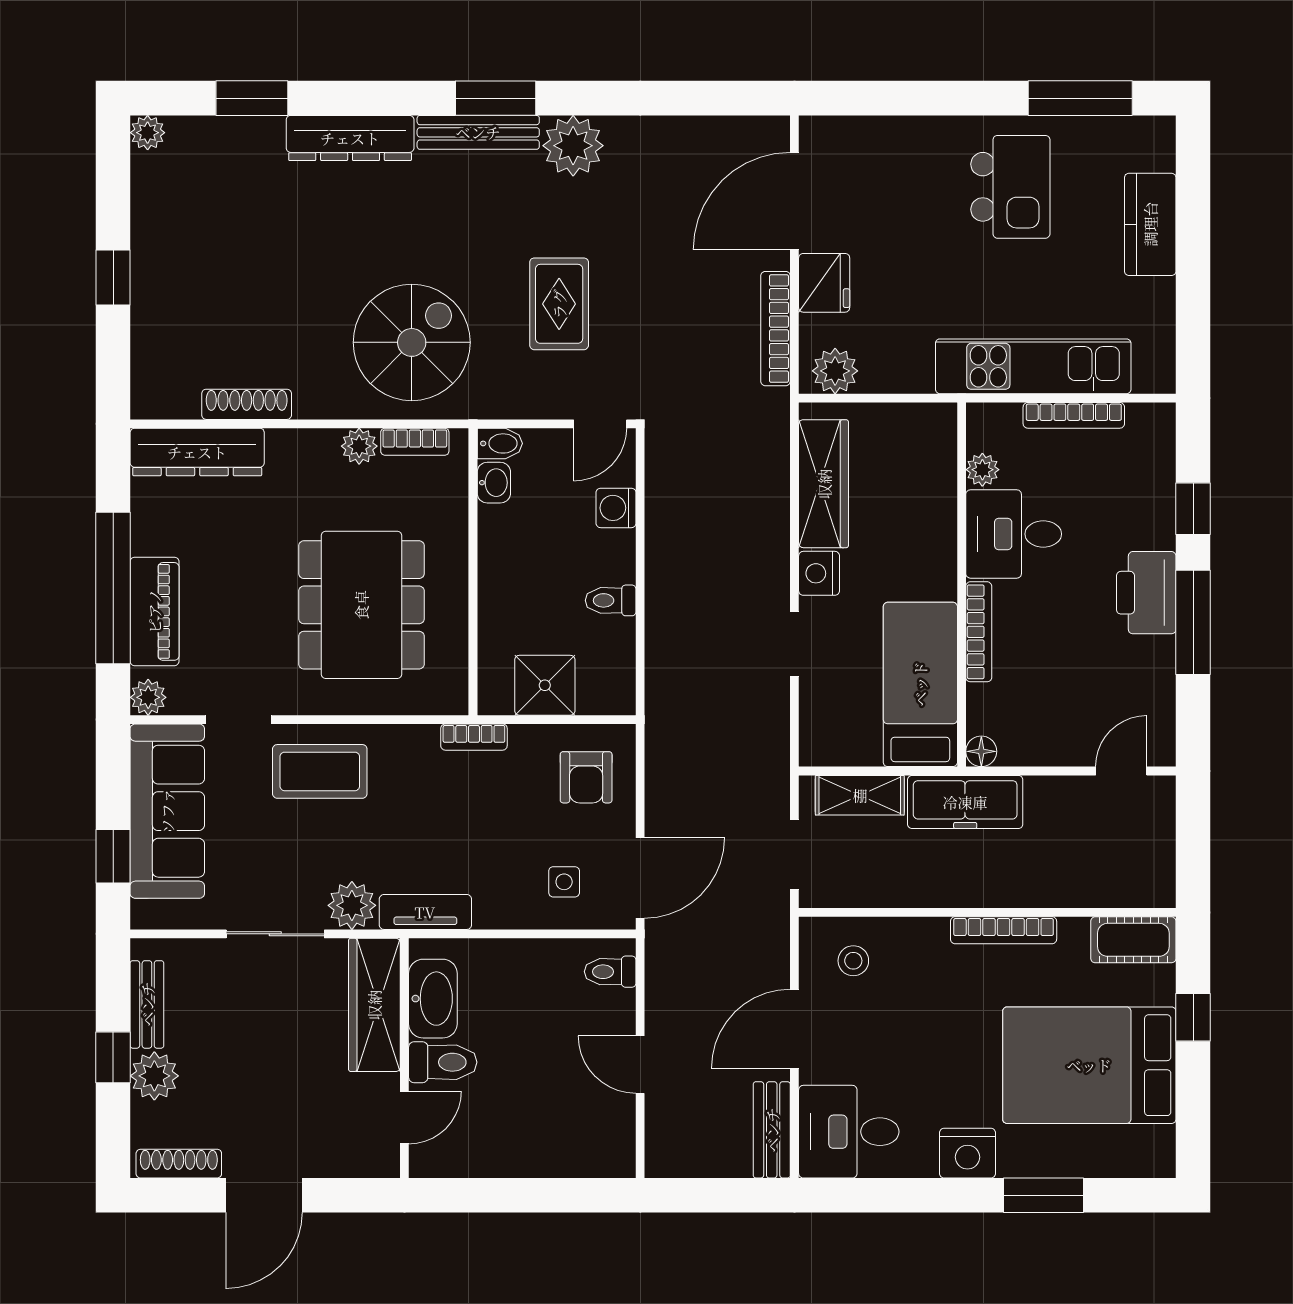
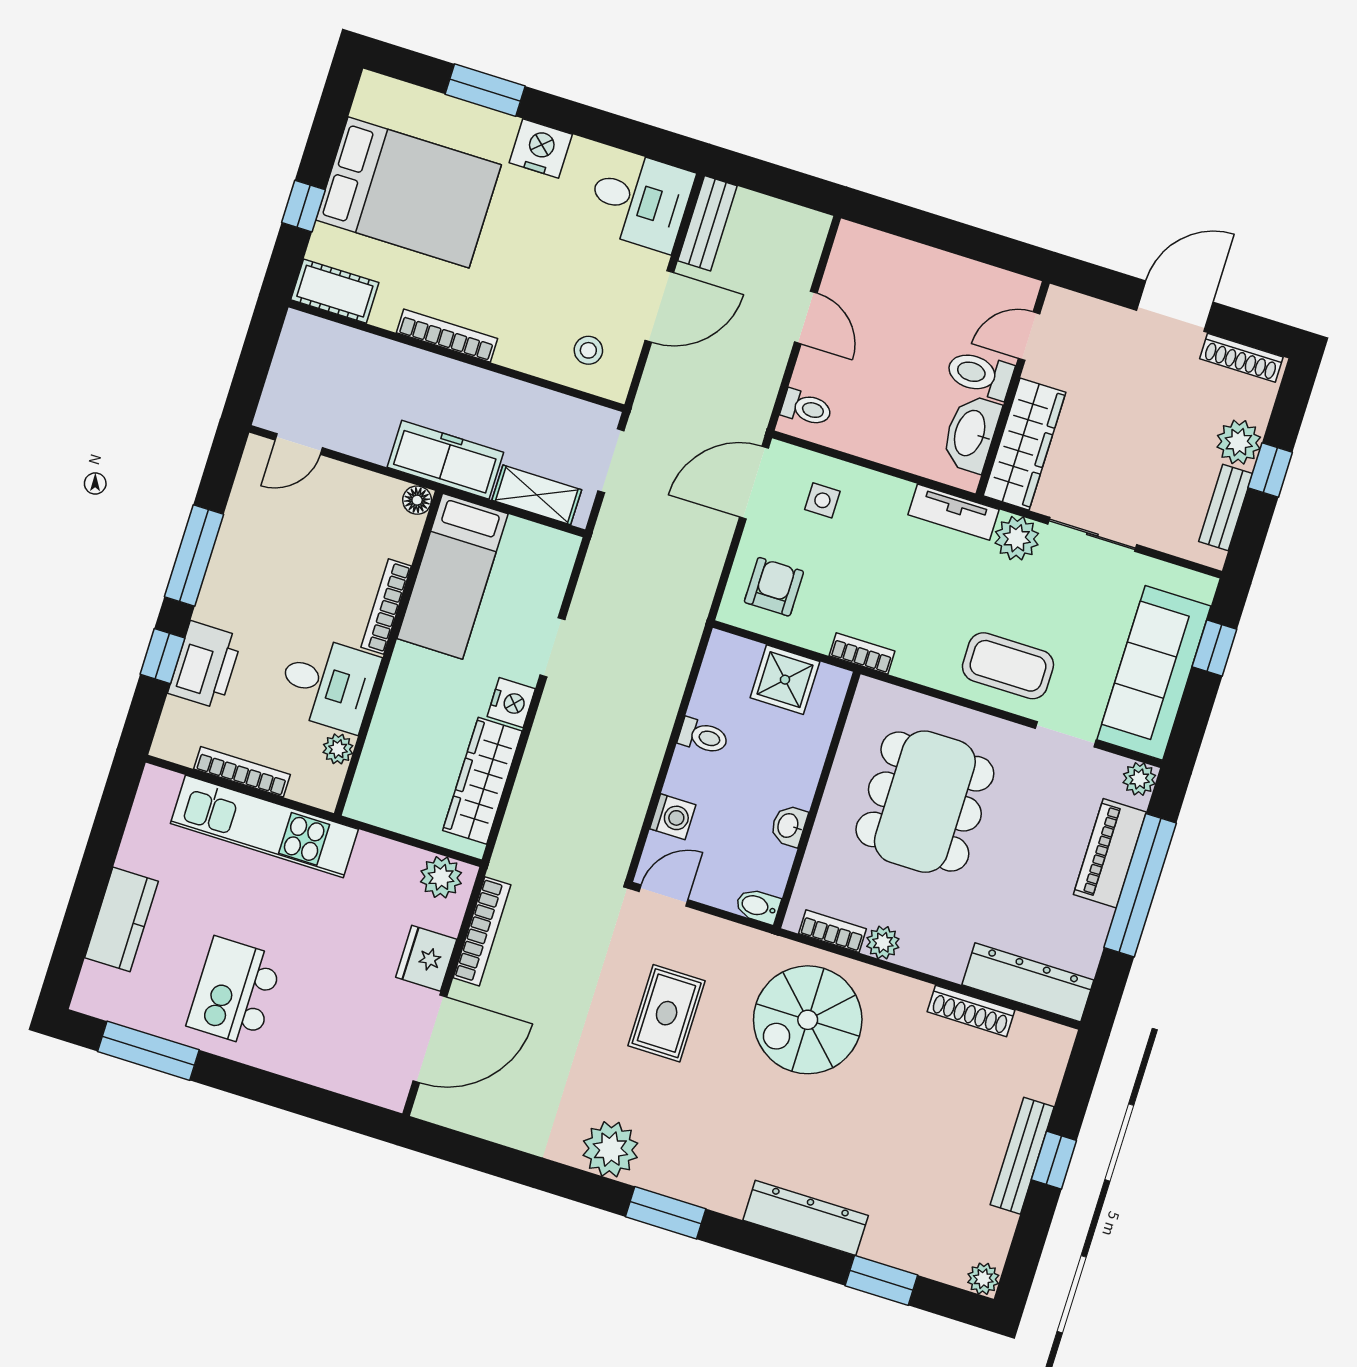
bench: (478, 132) -> (1022, 1156), moved, turned 90
washbasin: (494, 483) -> (789, 826), moved
printer: (1146, 593) -> (205, 665), moved

